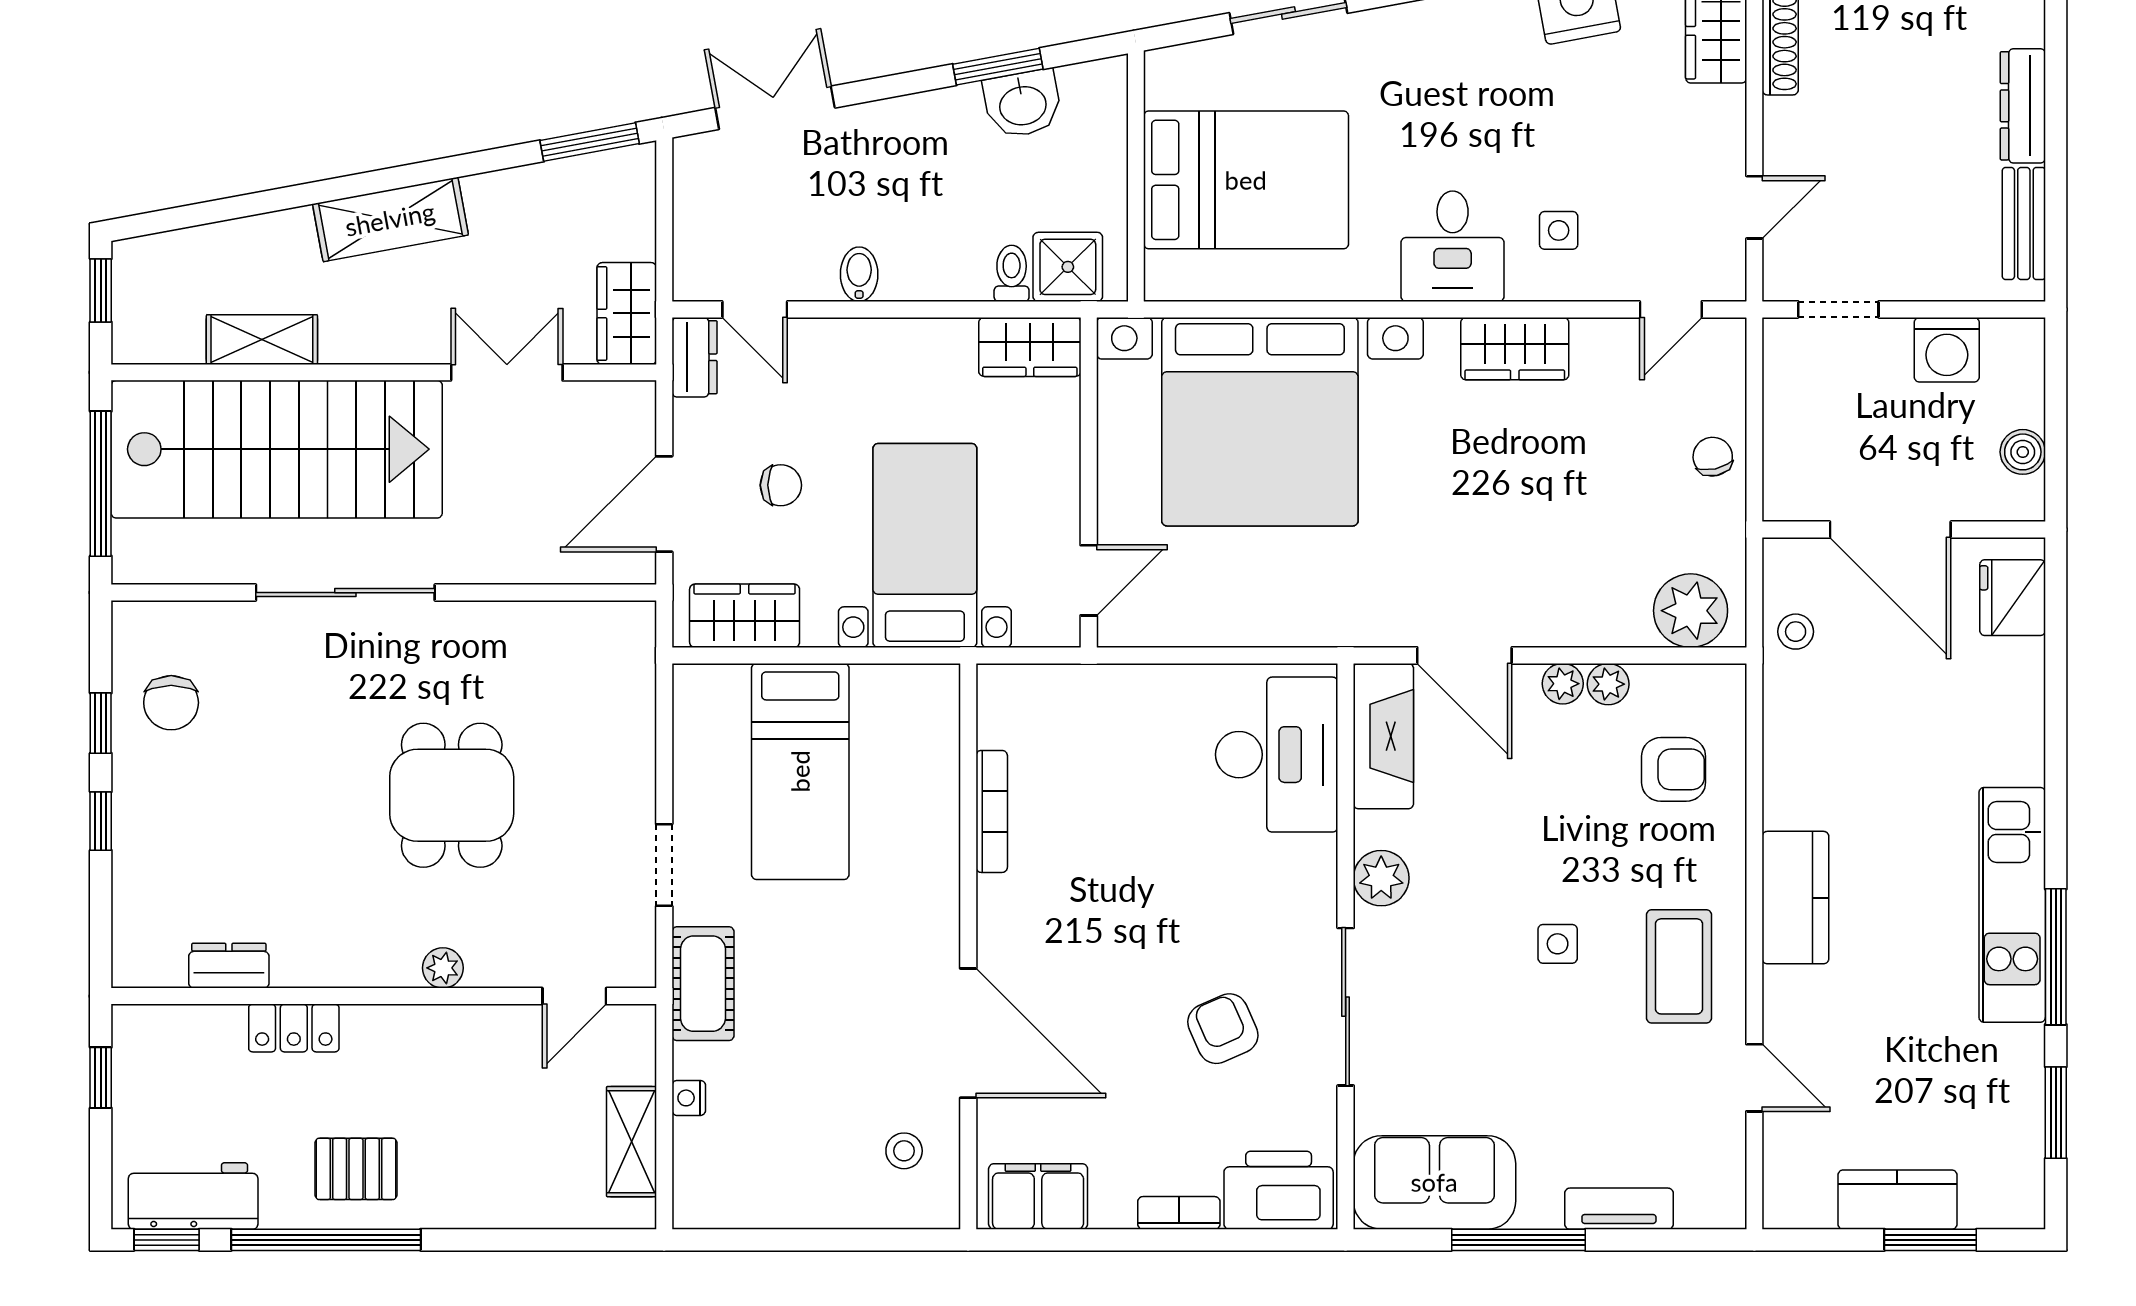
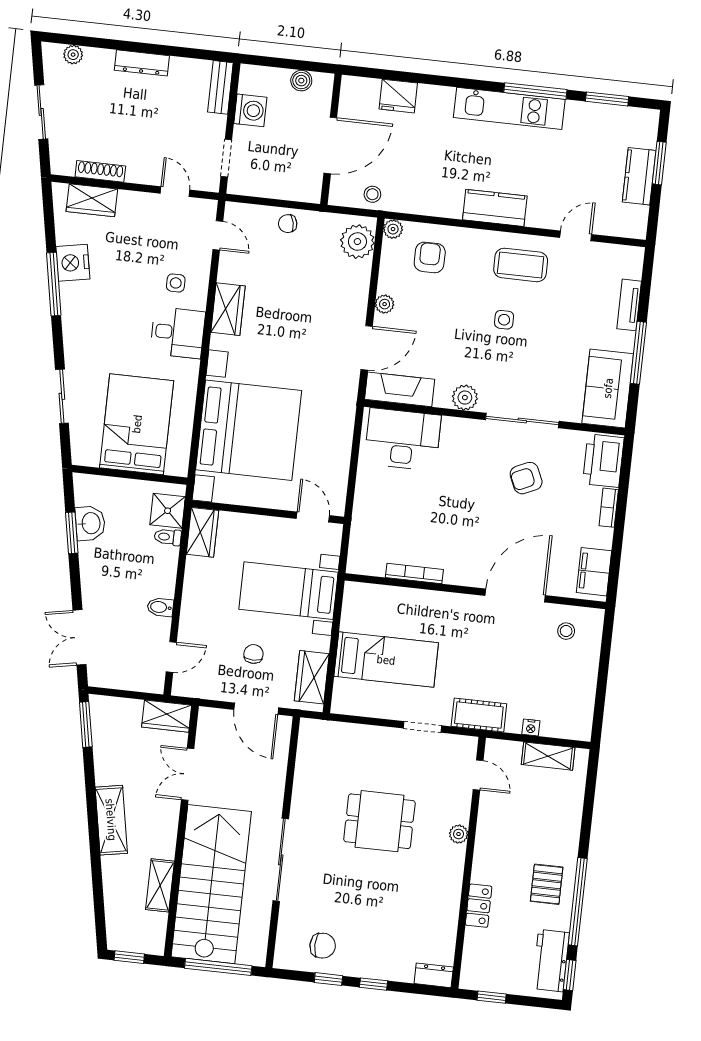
bench: (2024, 224) -> (220, 87), moved, turned 90
dresser: (694, 357) -> (190, 687), removed
fridge: (2013, 598) -> (398, 96), moved
plant: (1608, 684) -> (393, 229), moved
dresser: (229, 966) -> (434, 975), moved, turned 90

